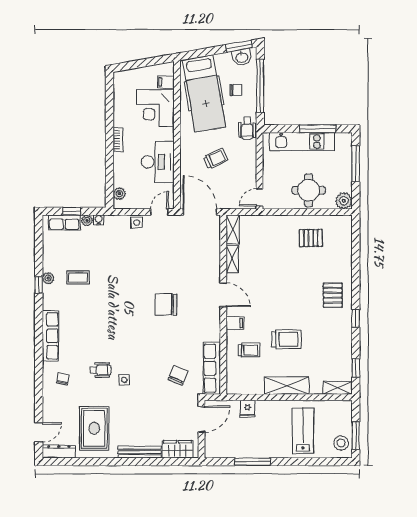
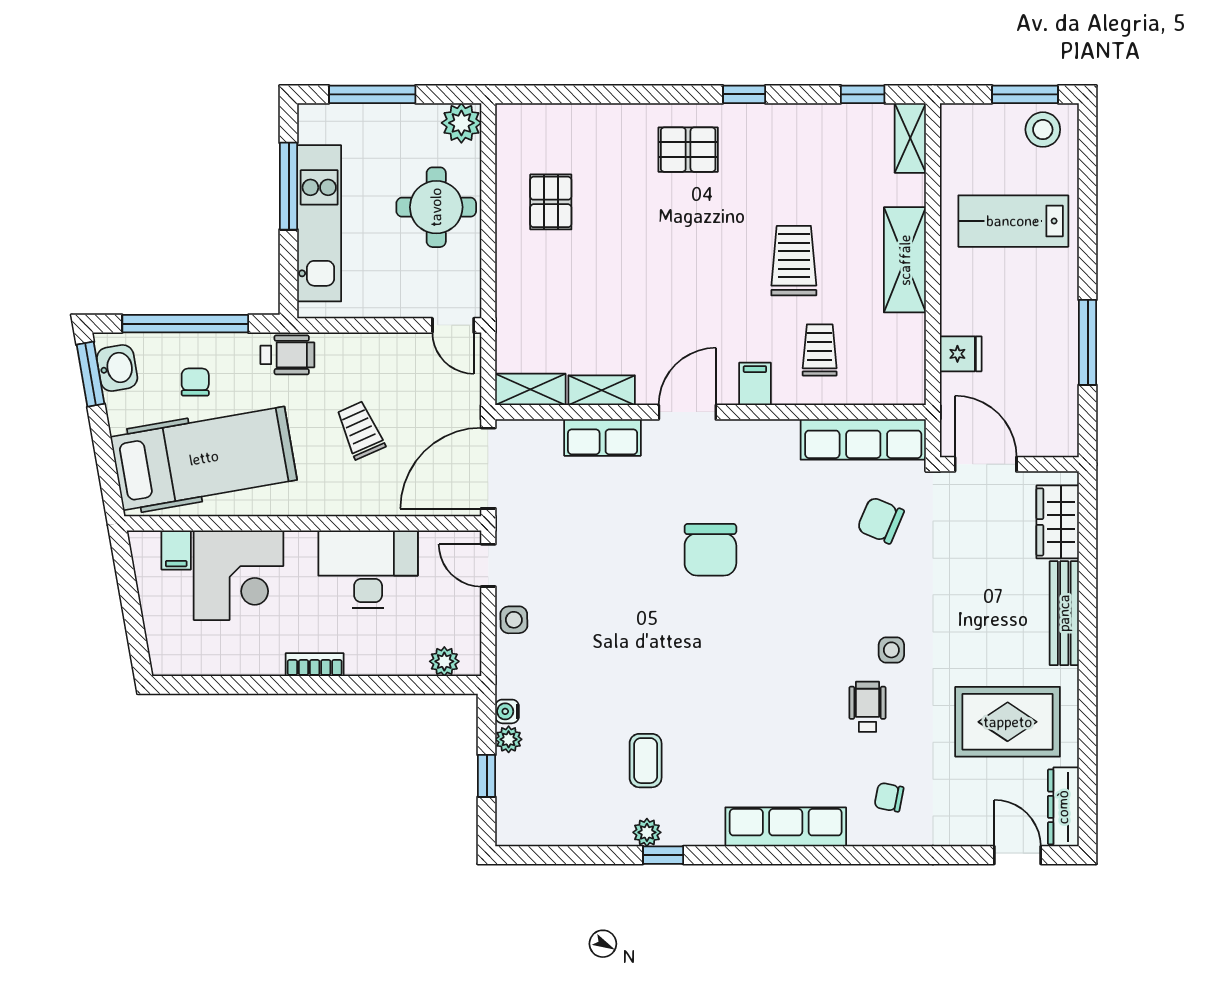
row of seats: (64, 222) -> (603, 437), moved, turned 90

